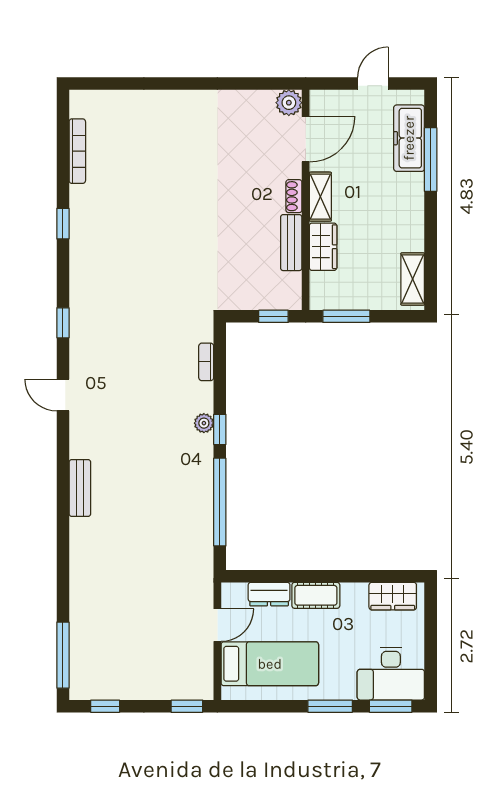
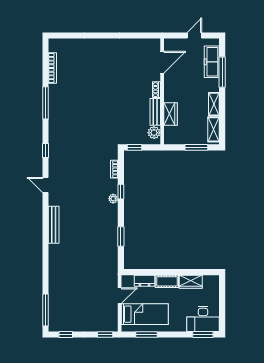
plant: (289, 103) -> (154, 133), moved
shelving: (320, 197) -> (214, 104), moved
window: (63, 224) -> (46, 103), width x2.17
window: (273, 316) -> (135, 147), moved
window: (346, 316) -> (196, 147), moved
window: (220, 429) -> (121, 192), moved
bench: (80, 488) -> (54, 225), width x1.36
window: (220, 502) -> (121, 237), width x0.47
wardrobe: (393, 596) -> (191, 282), moved
window: (330, 706) -> (147, 335), moved

